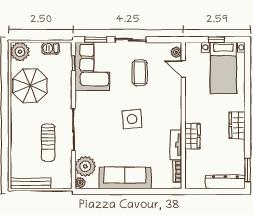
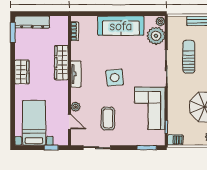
sliding door: (131, 40) -> (97, 148), moved
window: (217, 40) -> (51, 148), moved
barbecue: (51, 48) -> (175, 140), moved
plant: (176, 52) -> (75, 107), moved
corner sofa: (92, 66) -> (150, 108), moved
wardrobe: (192, 136) -> (61, 63), width x1.50
tv unit: (176, 145) -> (76, 74), moved

